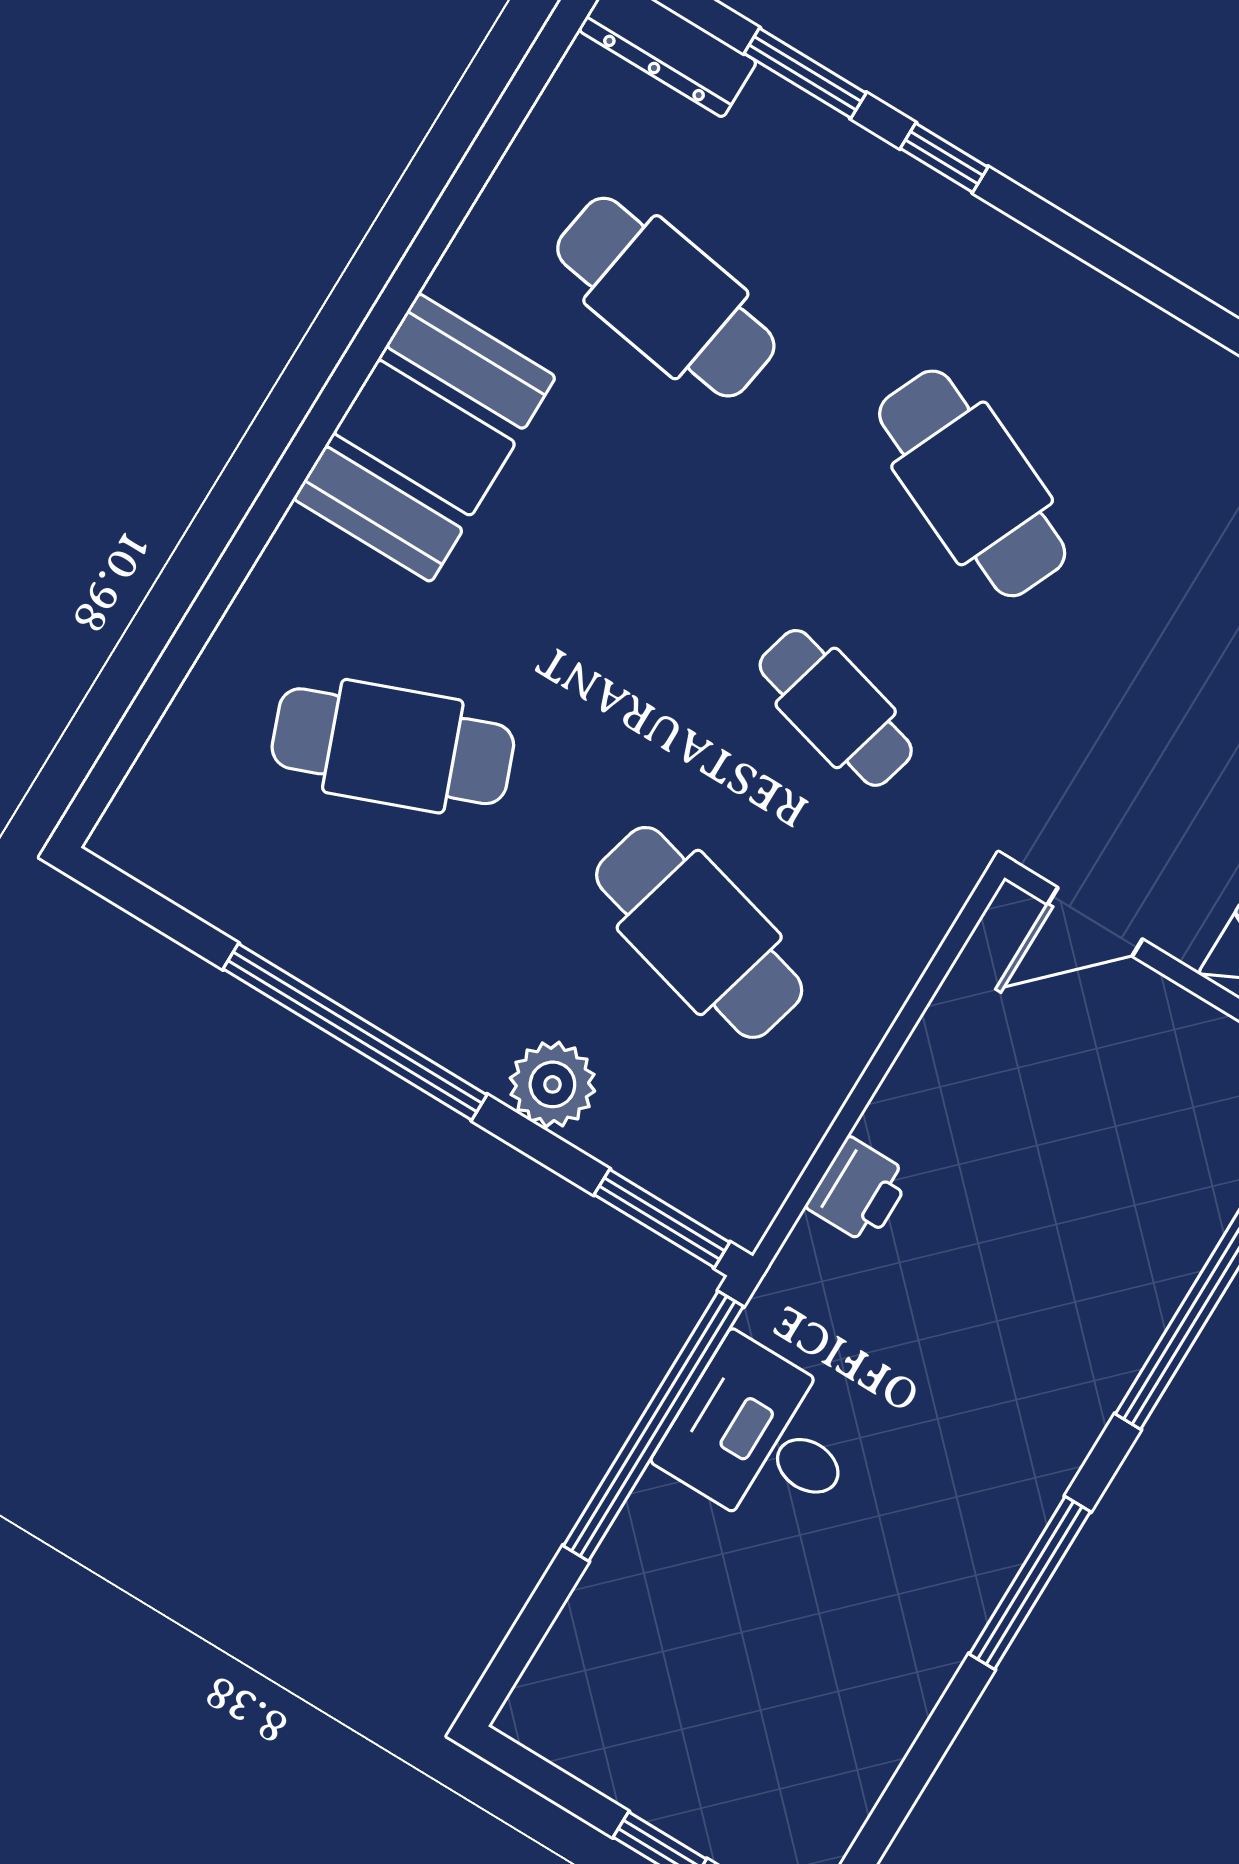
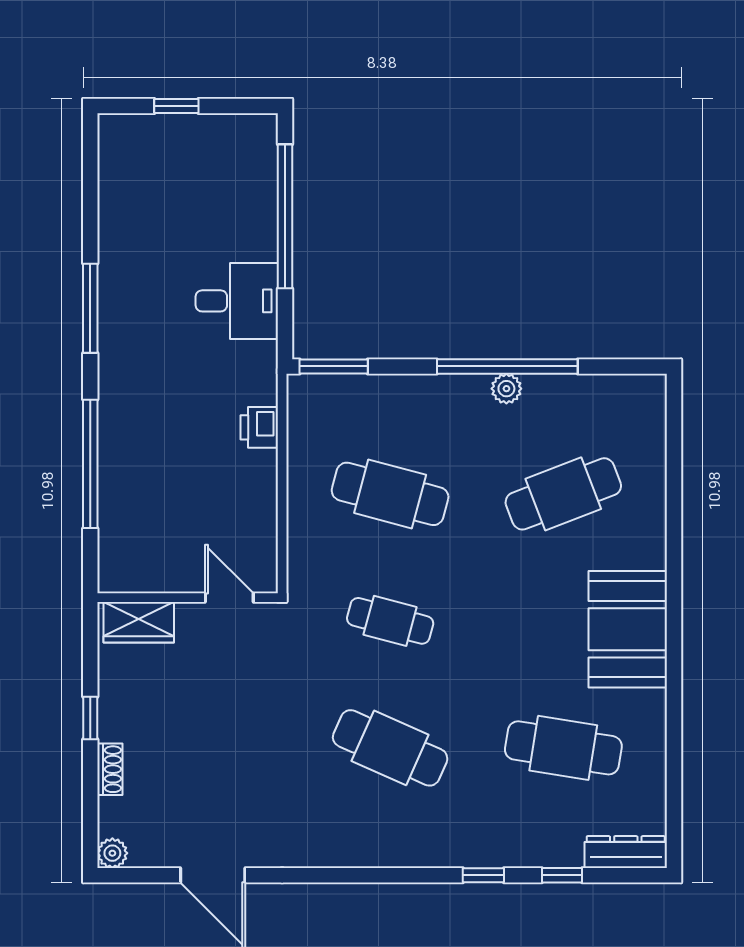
window: (805, 73) -> (562, 875), width x0.67
door: (1095, 922) -> (229, 598), hinge flipped
plant: (552, 1084) -> (506, 389), moved, width x0.73, depth x0.73
window: (653, 1426) -> (285, 216), moved

